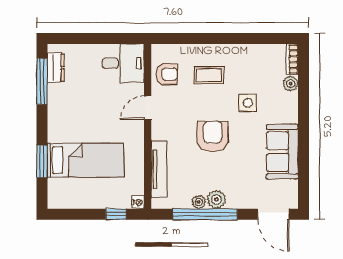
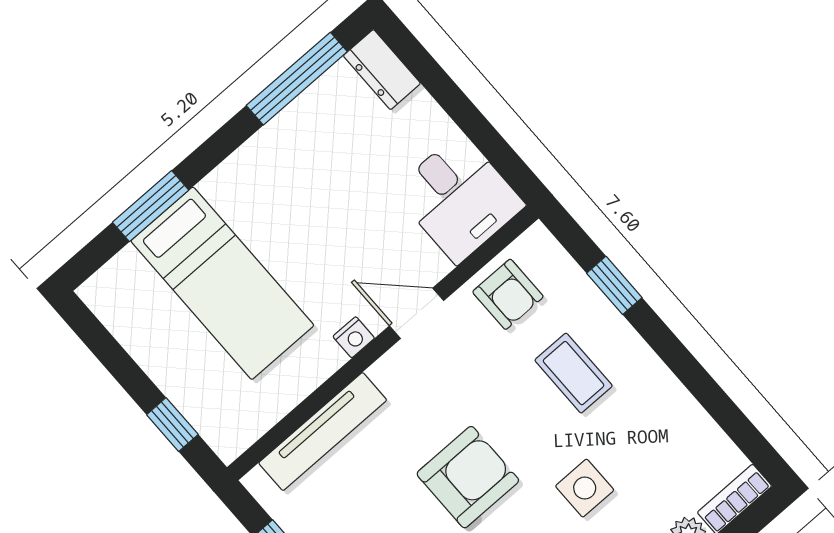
window: (193, 39) -> (614, 285), added
dresser: (56, 68) -> (382, 70), moved, turned 90
nightstand: (138, 202) -> (354, 337), moved

